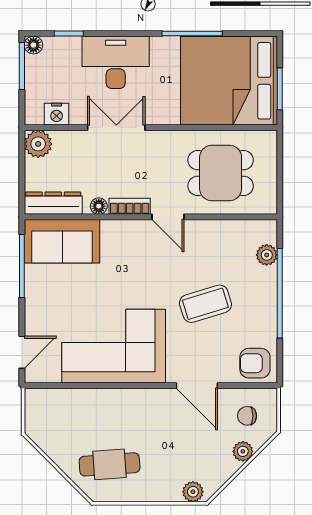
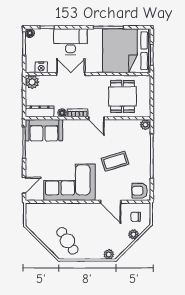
dining table: (221, 173) -> (122, 96), turned 90
plant: (267, 255) -> (145, 125), moved
cafe table: (110, 464) -> (67, 241), turned 61

